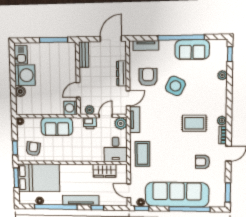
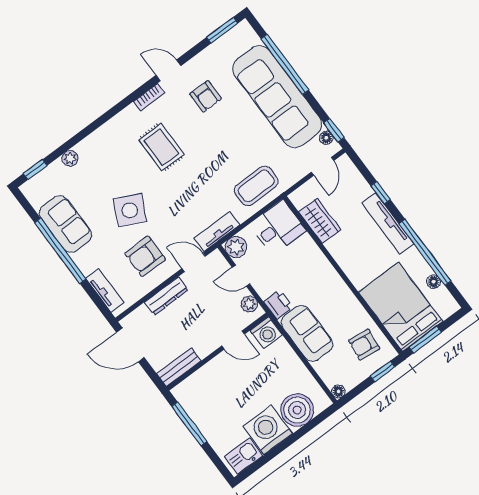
boiler: (20, 91) -> (297, 410), width x1.86, depth x1.86
plant: (222, 121) -> (131, 113), removed
printer: (90, 123) -> (278, 304), moved

